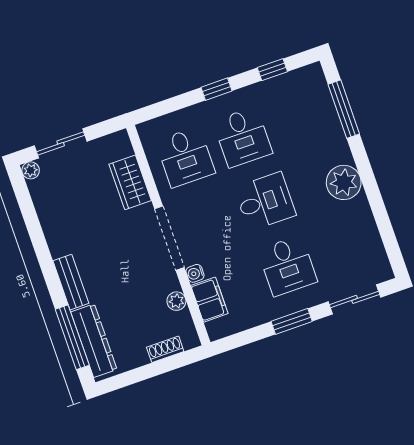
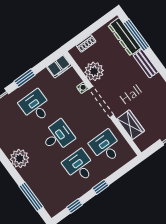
desk: (265, 201) -> (57, 136), turned 180
filing cabinet: (209, 300) -> (59, 66), moved, turned -90
plant: (176, 301) -> (94, 71), width x1.87, depth x1.87

